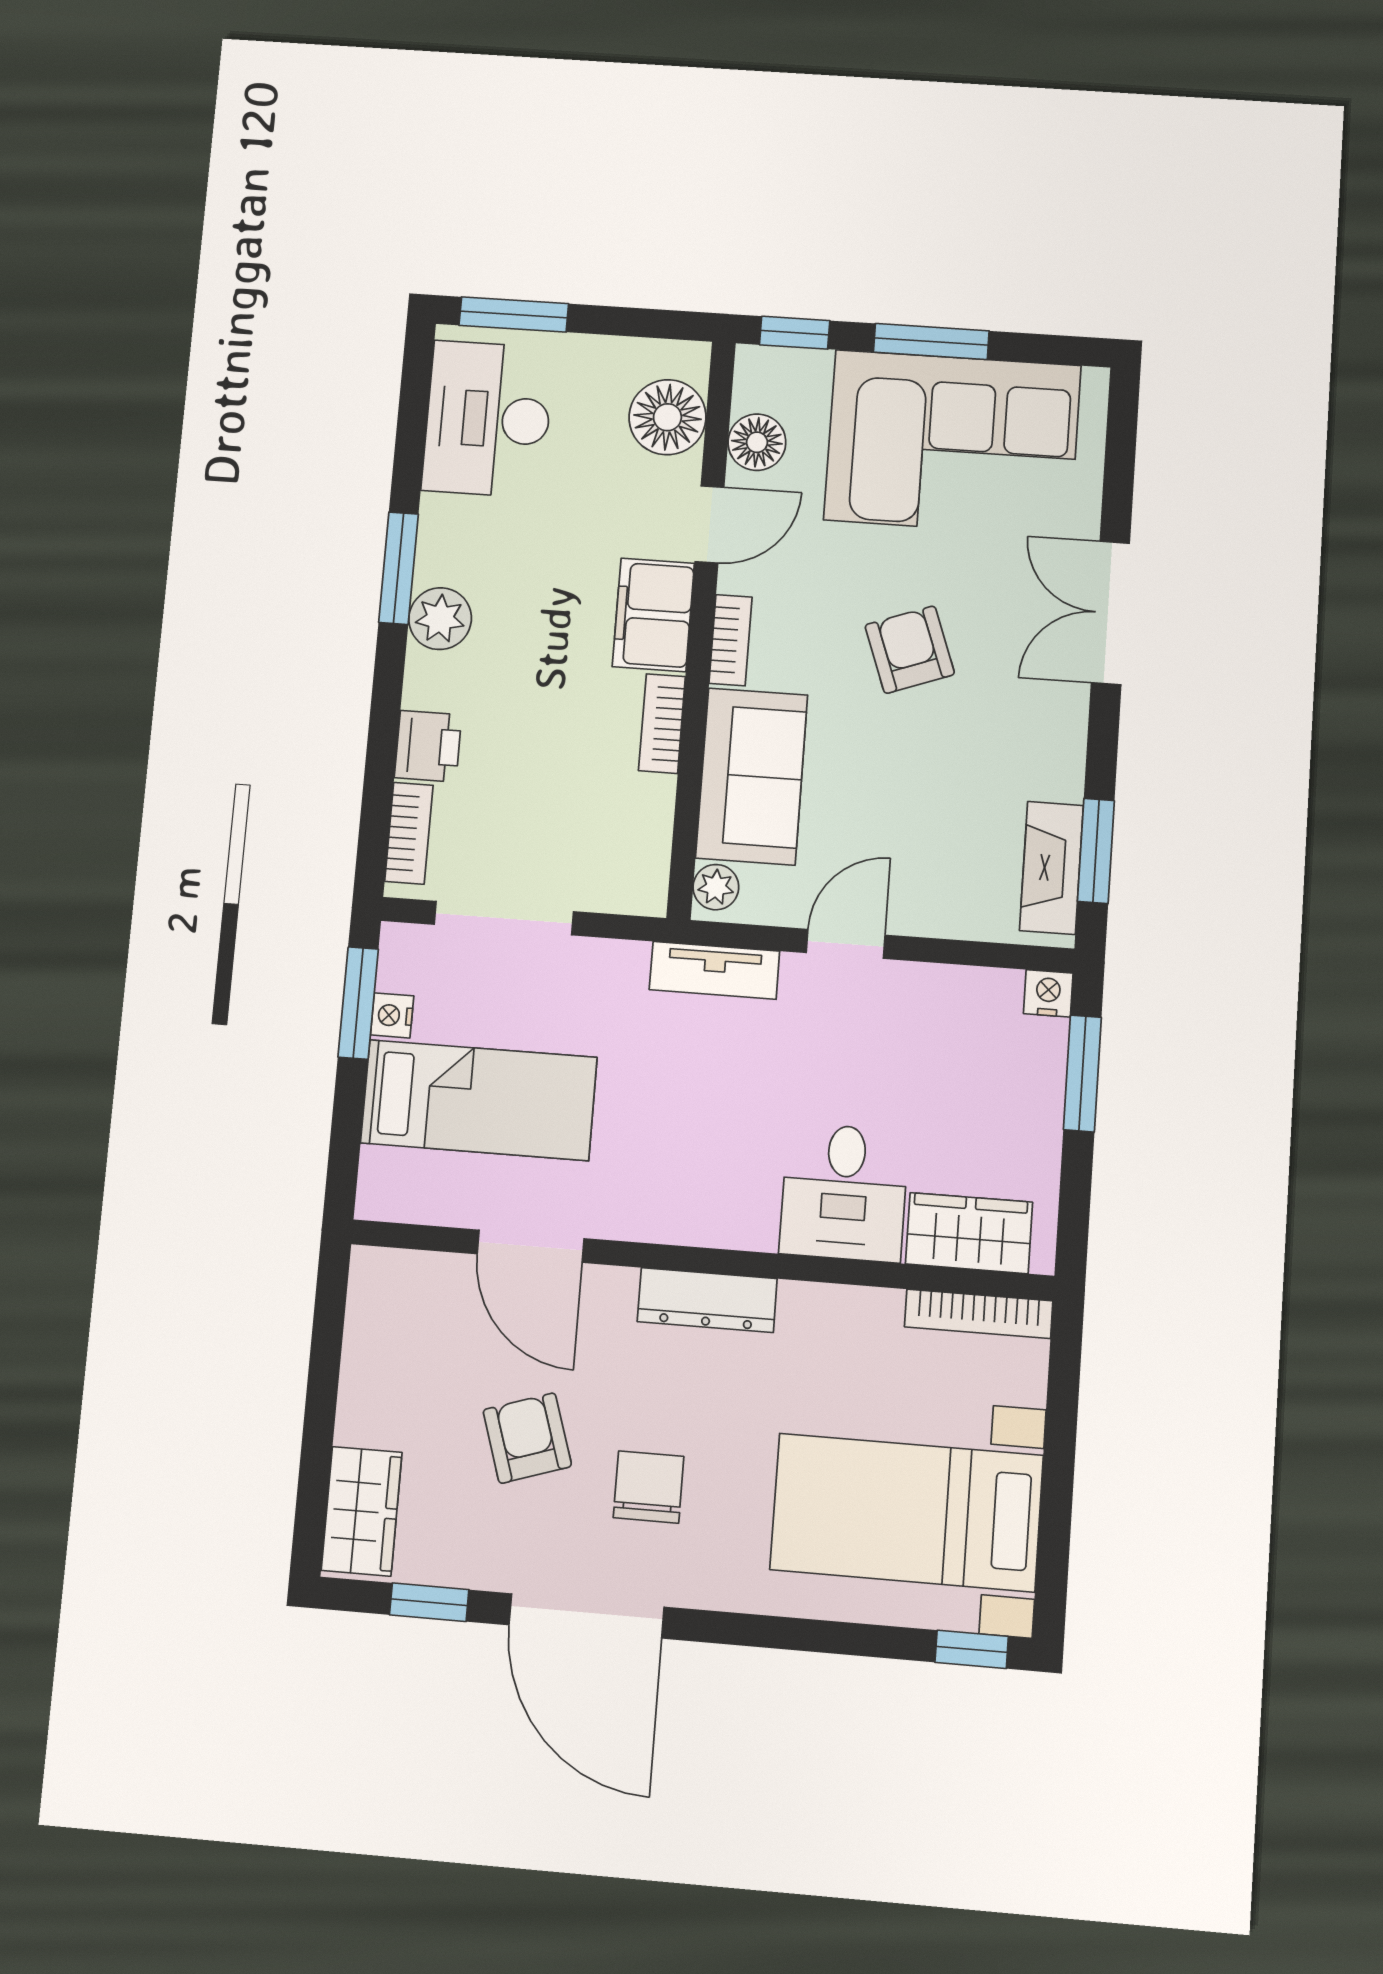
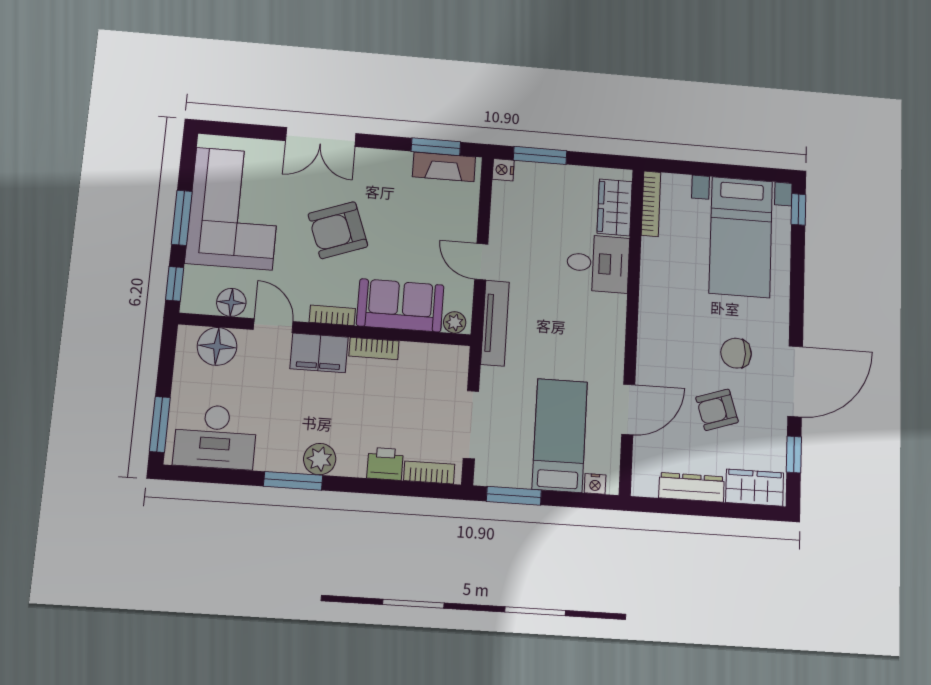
armchair: (910, 650) -> (338, 230), width x1.38, depth x1.38
tv unit: (714, 970) -> (495, 323), width x1.41
nightstand: (392, 1015) -> (595, 484), moved
dresser: (707, 1300) -> (692, 487), moved, turned -90

